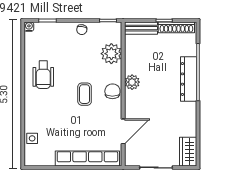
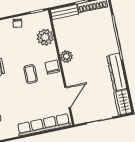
dresser: (189, 79) -> (117, 72), moved

